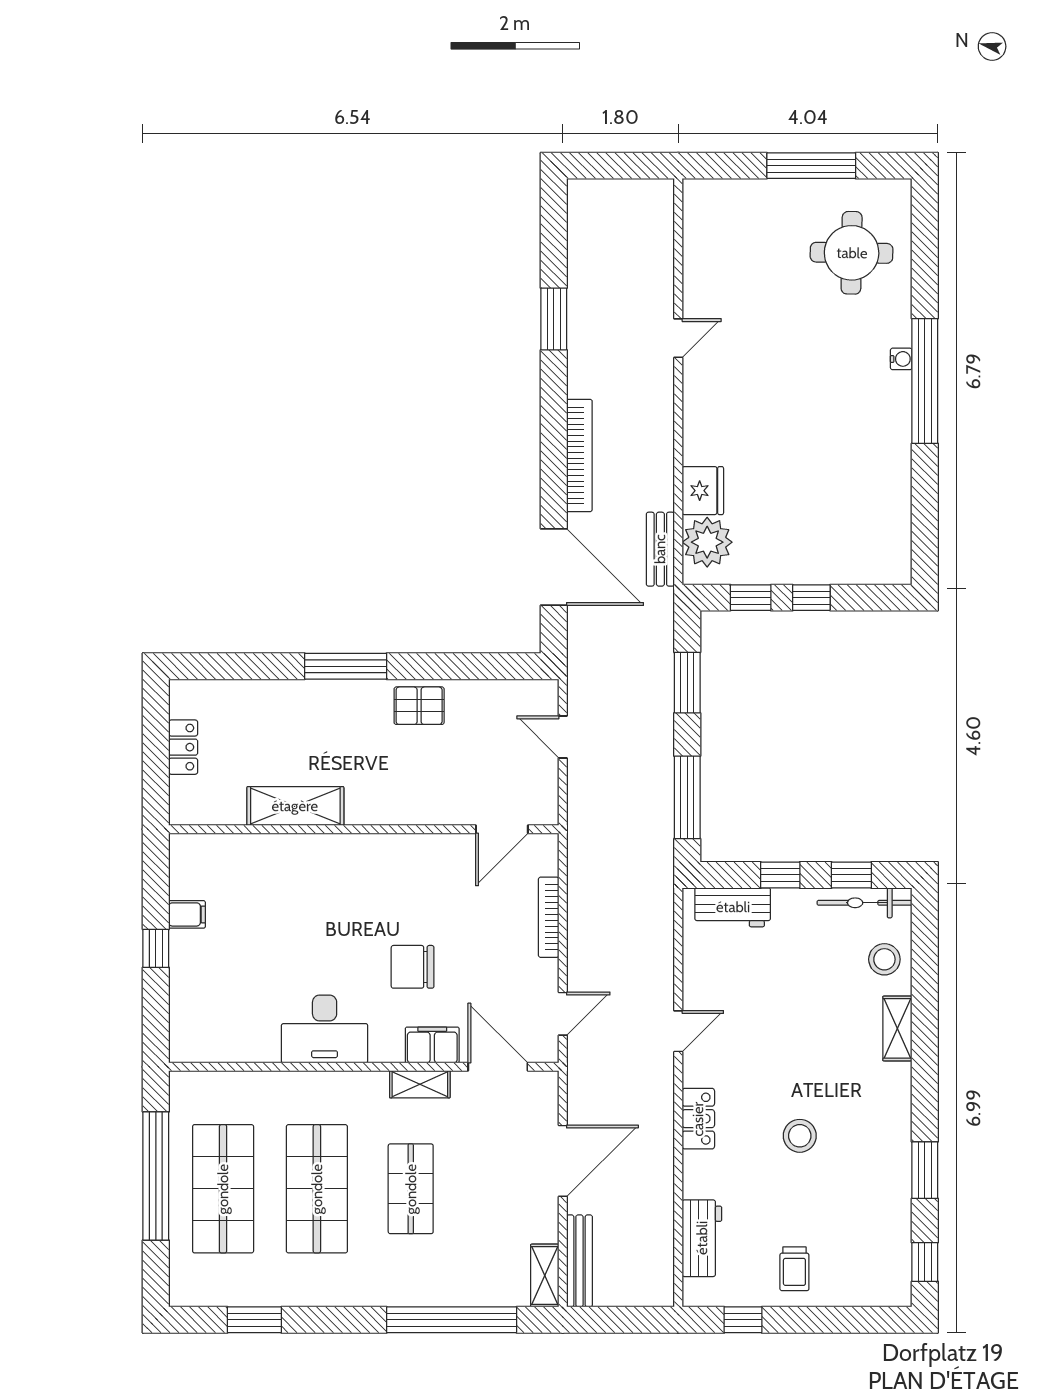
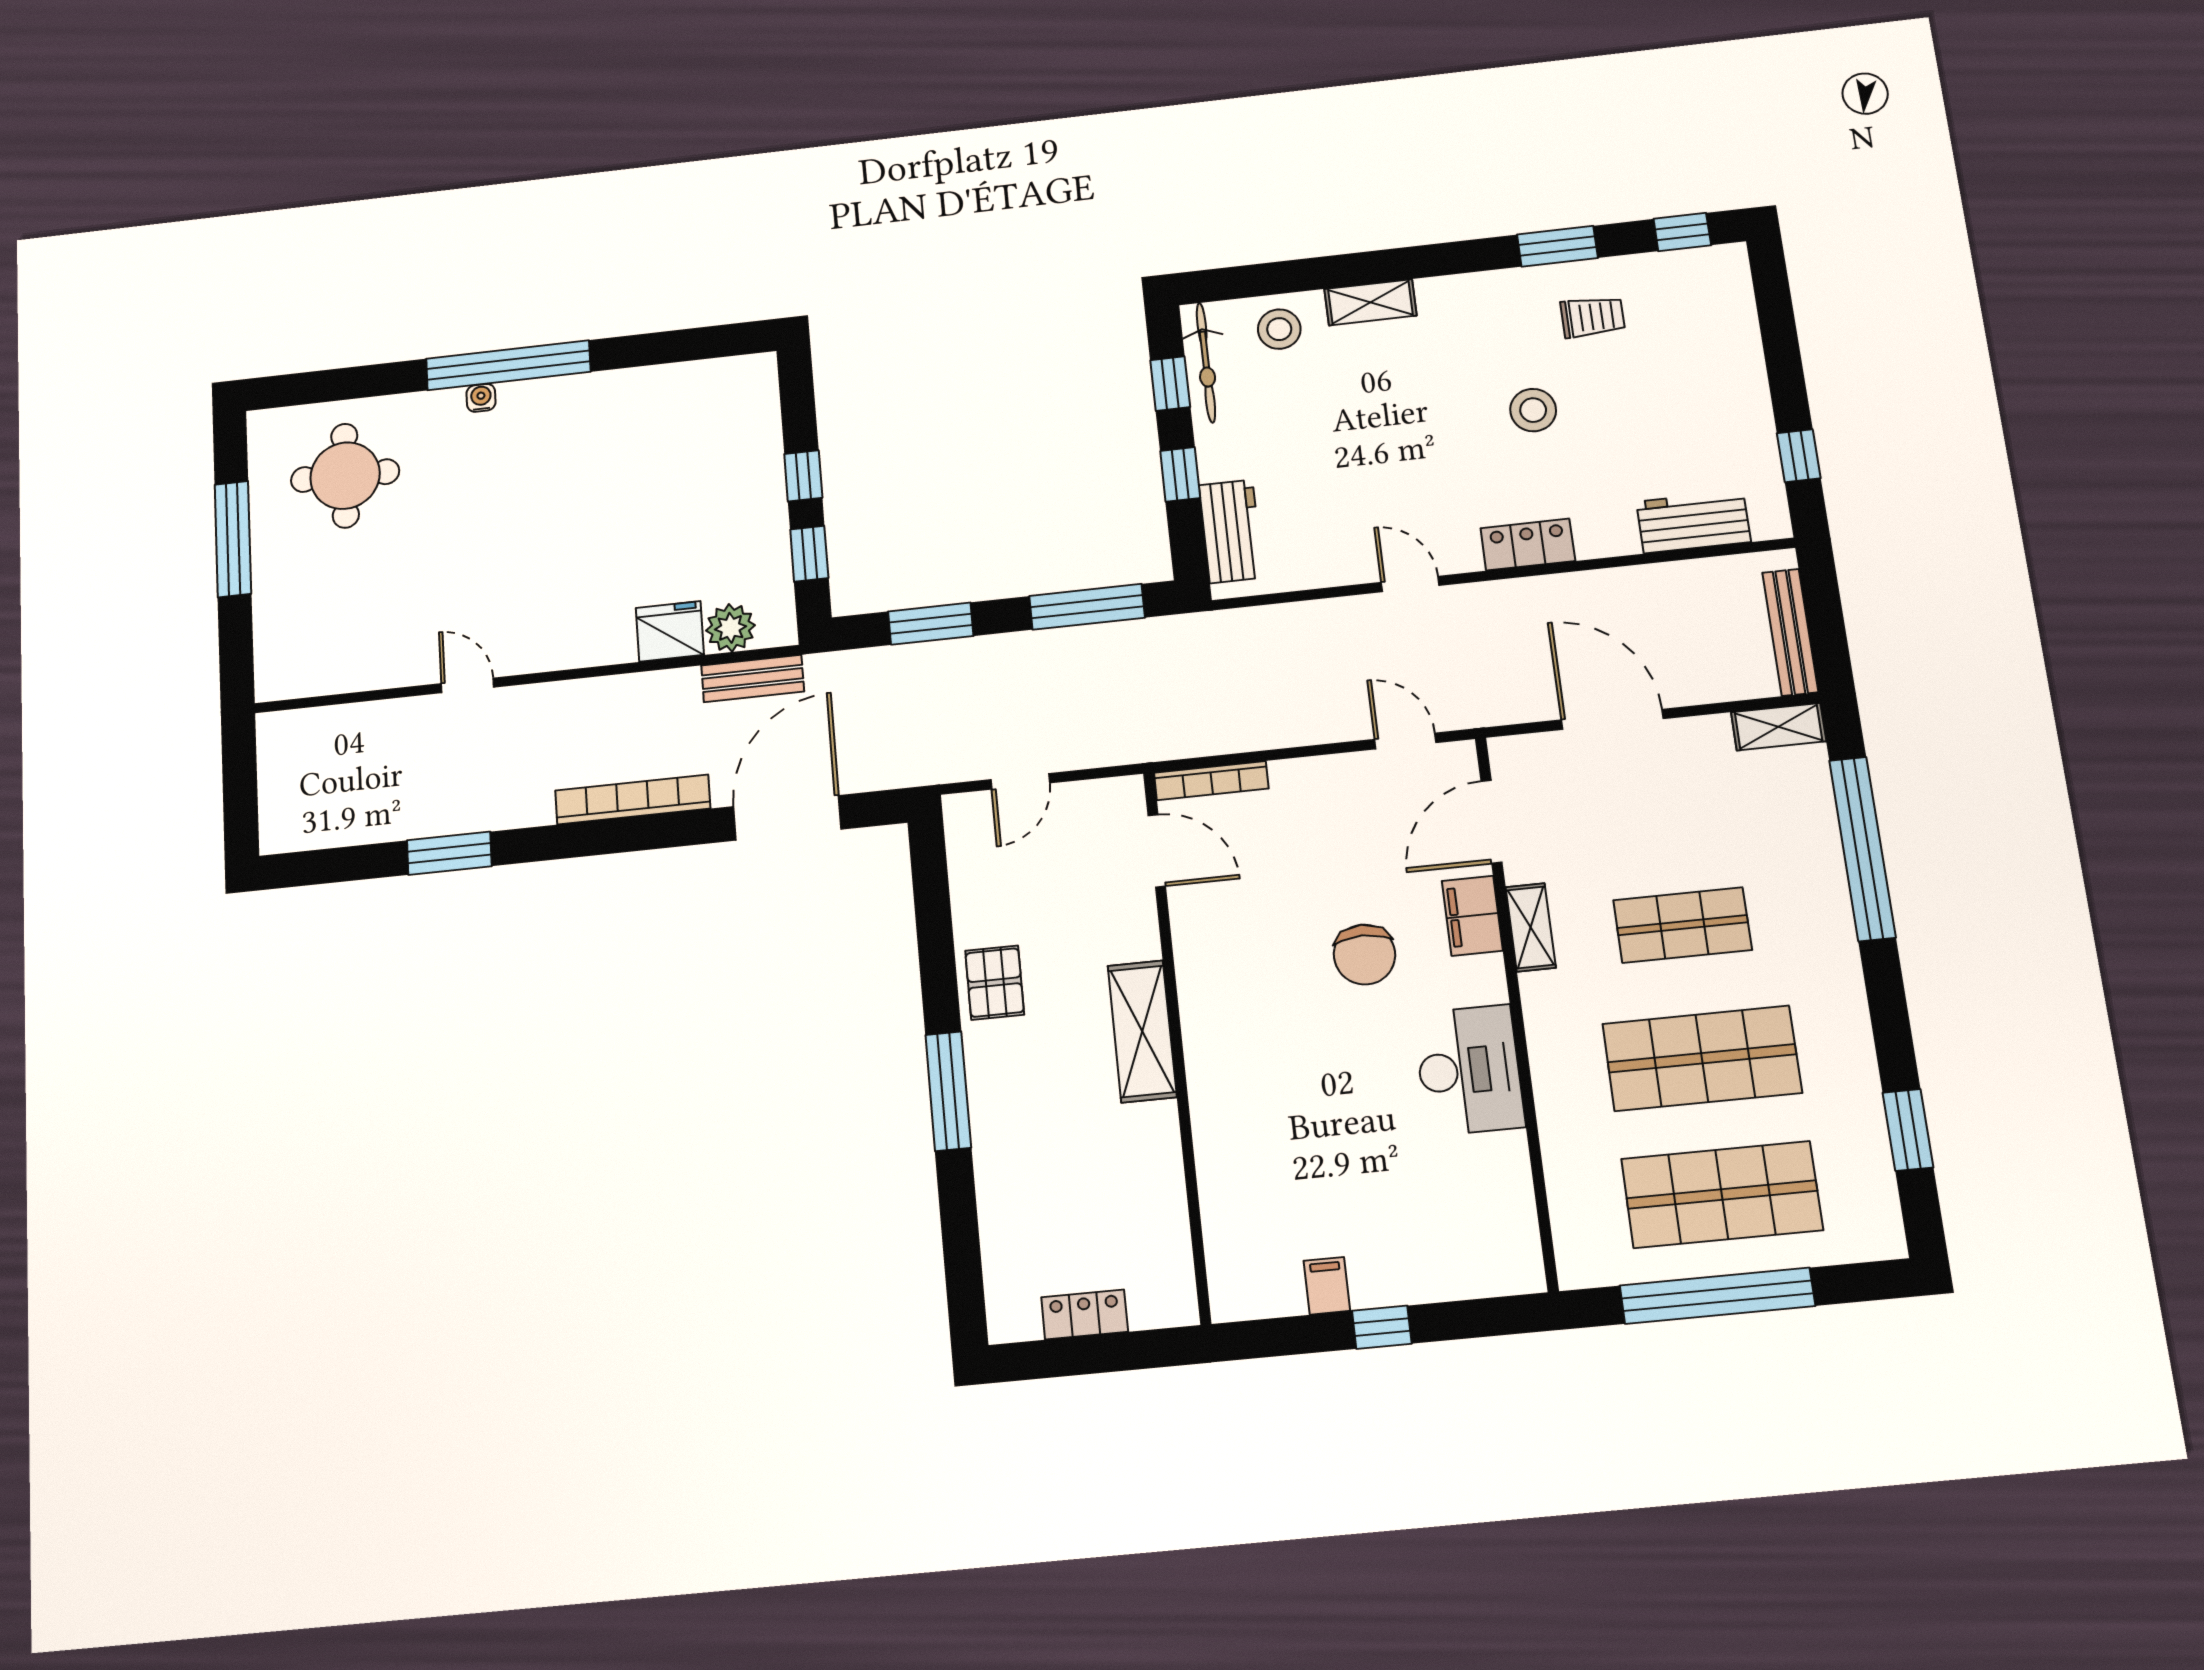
plant: (707, 542) -> (730, 628), width x0.73, depth x0.73
shelving: (295, 806) -> (1142, 1031), moved
bookcase: (549, 917) -> (1211, 781), moved
bench: (579, 1261) -> (1790, 632), moved, turned 90
trolley: (794, 1269) -> (1593, 317), moved

